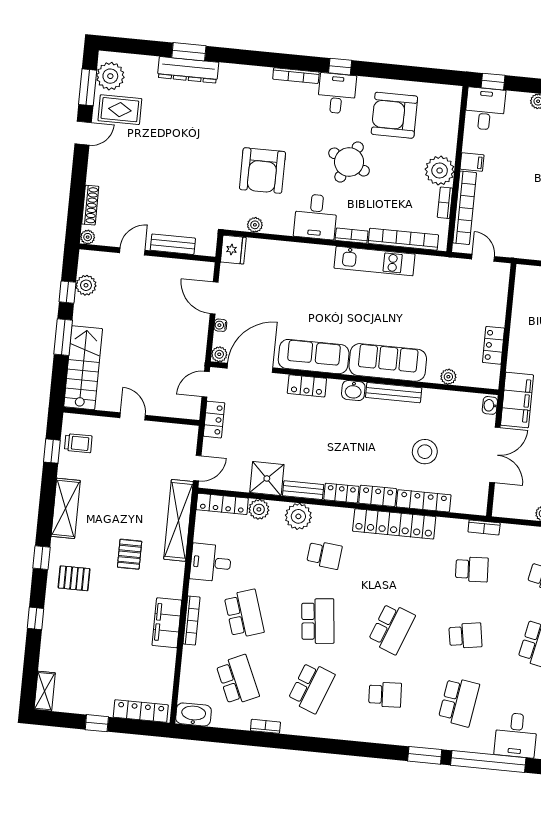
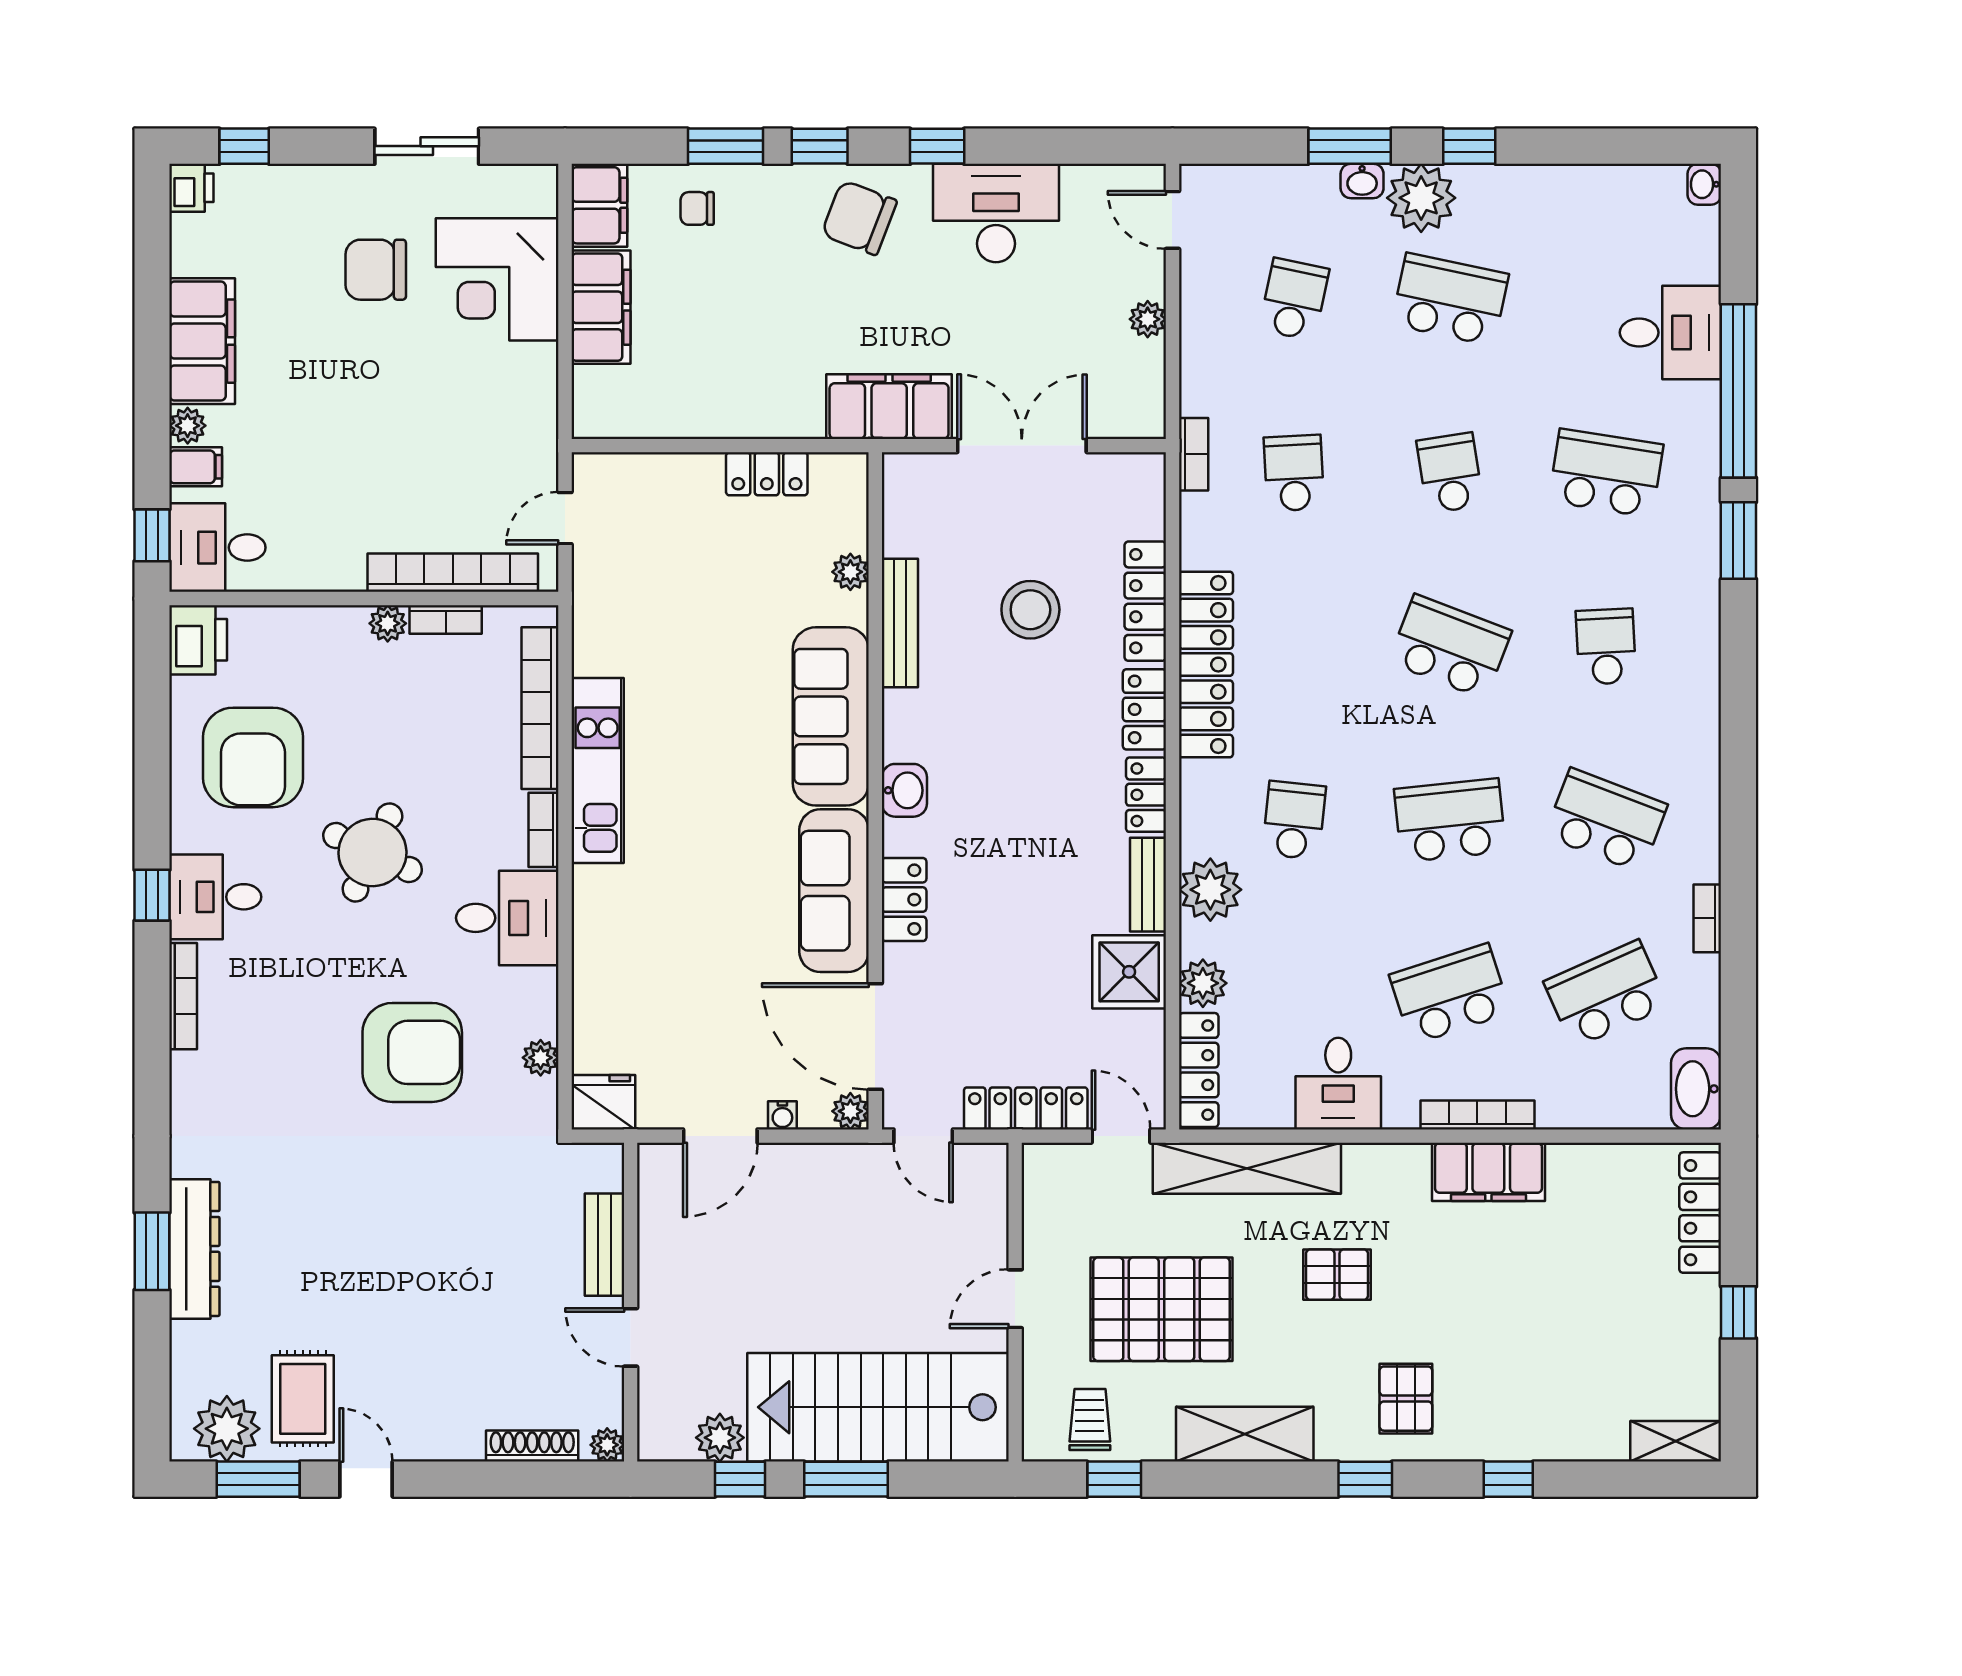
printer: (447, 97) -> (198, 640), added
filing cabinet: (472, 162) -> (196, 467), moved, turned 90
plant: (440, 171) -> (388, 623), width x0.53, depth x0.53
stairs: (83, 368) -> (878, 1407), width x1.36, depth x1.51
bench: (394, 393) -> (900, 623), moved
washbasin: (490, 405) -> (908, 469), removed
locker: (214, 420) -> (1026, 1108), width x1.53
pallet: (122, 478) -> (1162, 1309), added

